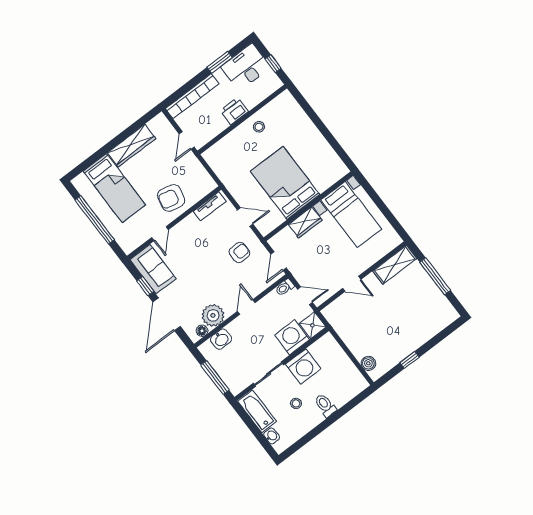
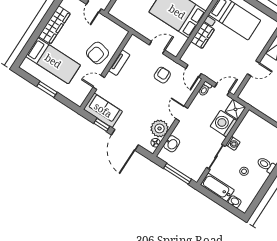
tv unit: (210, 206) -> (119, 63), moved
window: (95, 220) -> (47, 89), width x0.47
door: (160, 234) -> (99, 82), swing flipped
washing machine: (303, 366) -> (233, 143), width x0.53, depth x0.53

